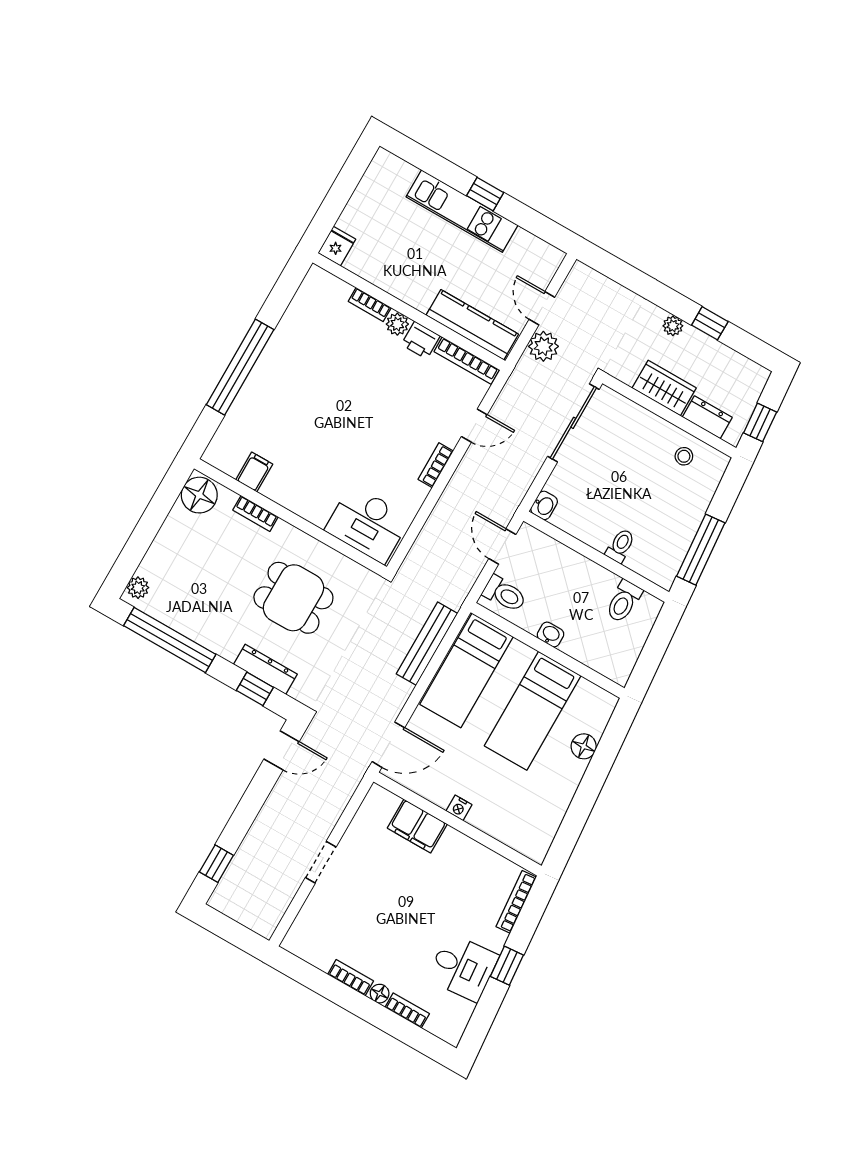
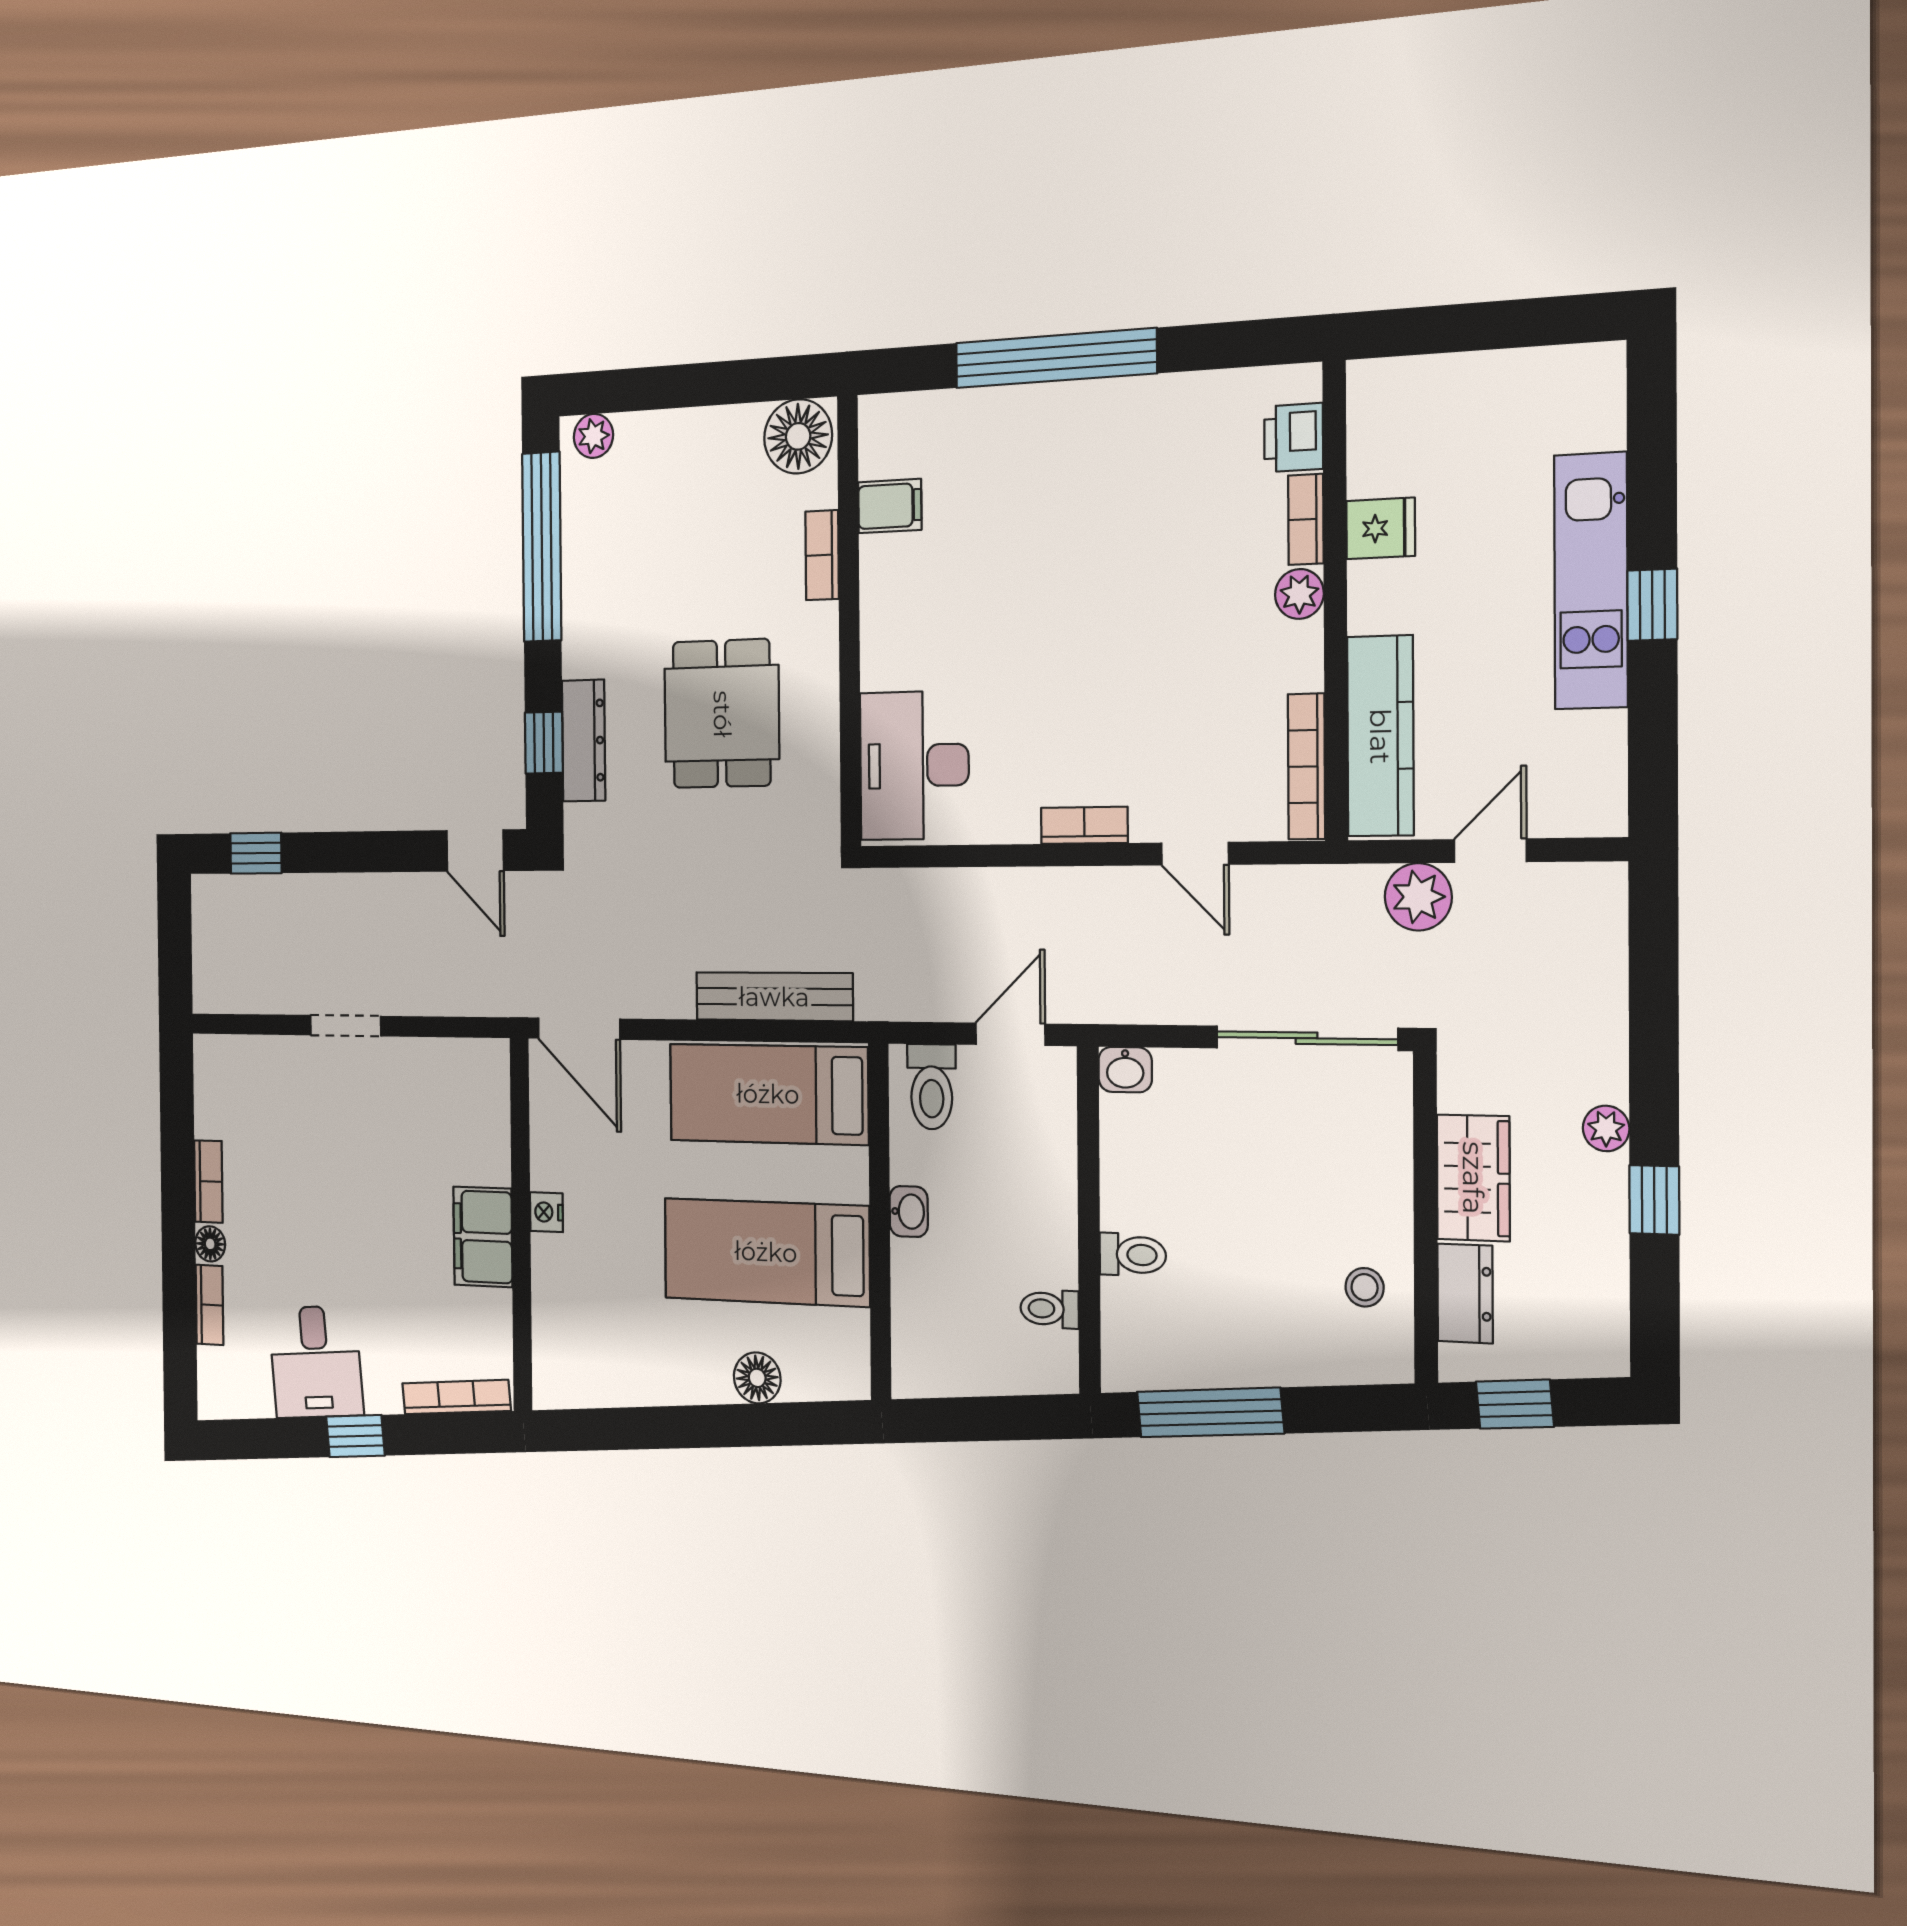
fridge: (337, 246) -> (1381, 528), moved
printer: (421, 340) -> (1294, 438), moved
toilet: (624, 601) -> (1050, 1309), width x0.73, depth x0.72
filing cabinet: (417, 826) -> (483, 1237), moved

